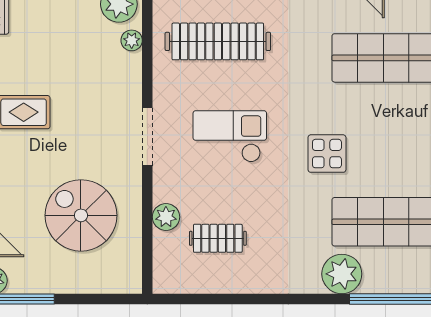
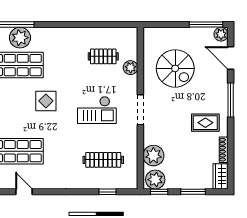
plant: (132, 40) -> (153, 156), width x1.87, depth x1.87
clothes rail: (218, 41) -> (103, 160), width x0.73, depth x0.76
plant: (342, 274) -> (20, 38), moved

